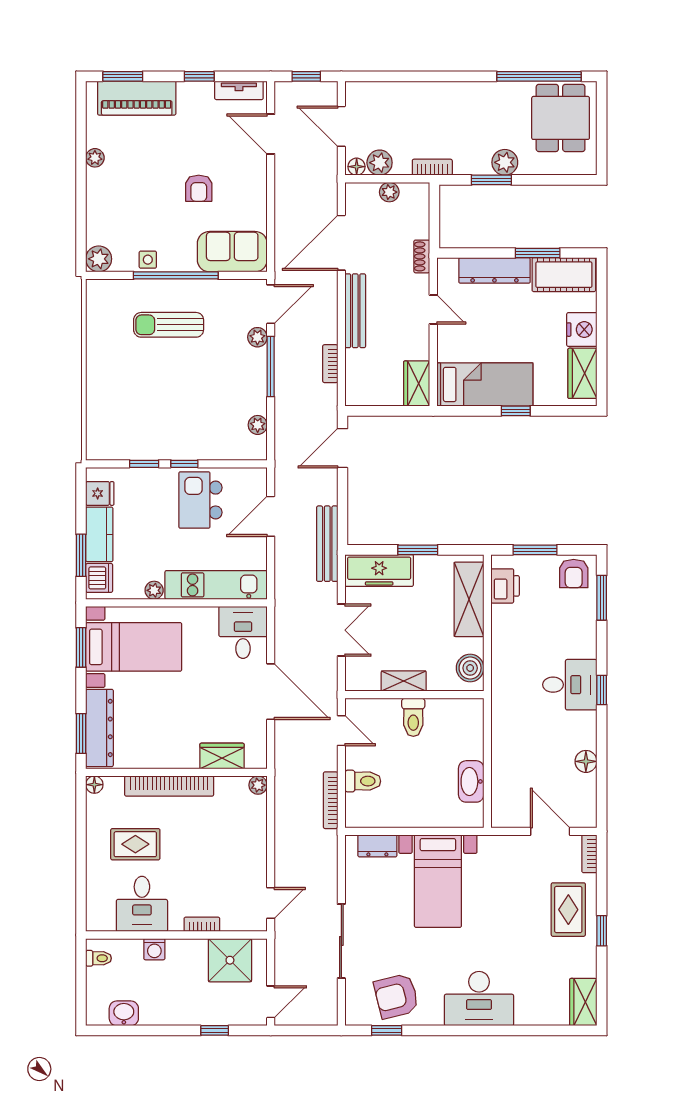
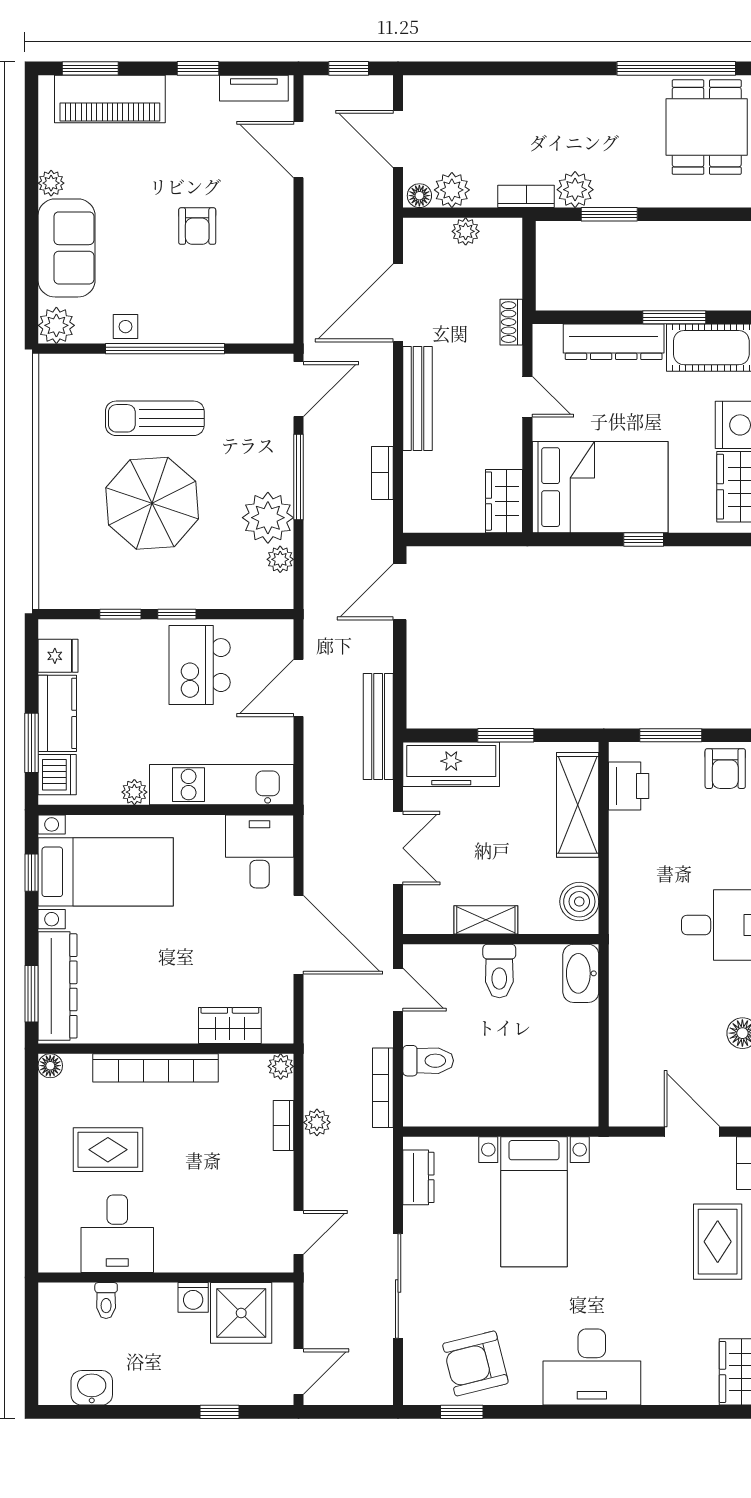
plant: (505, 162) -> (575, 190), moved
sofa: (232, 252) -> (67, 248), moved, turned 90
plant: (257, 337) -> (268, 518), moved, width x1.88, depth x1.88
bed: (485, 384) -> (600, 487), width x1.50
parasol: (167, 385) -> (152, 503), added
window: (81, 647) -> (31, 873), width x0.67
washbasin: (471, 781) -> (581, 973), moved
plant: (284, 825) -> (317, 1122), added
dresser: (377, 846) -> (418, 1177), moved, turned -90
bookcase: (202, 924) -> (283, 1126), moved, turned -90
washing machine: (154, 949) -> (193, 1297), moved
toilet: (99, 958) -> (106, 1301), moved, turned 90

